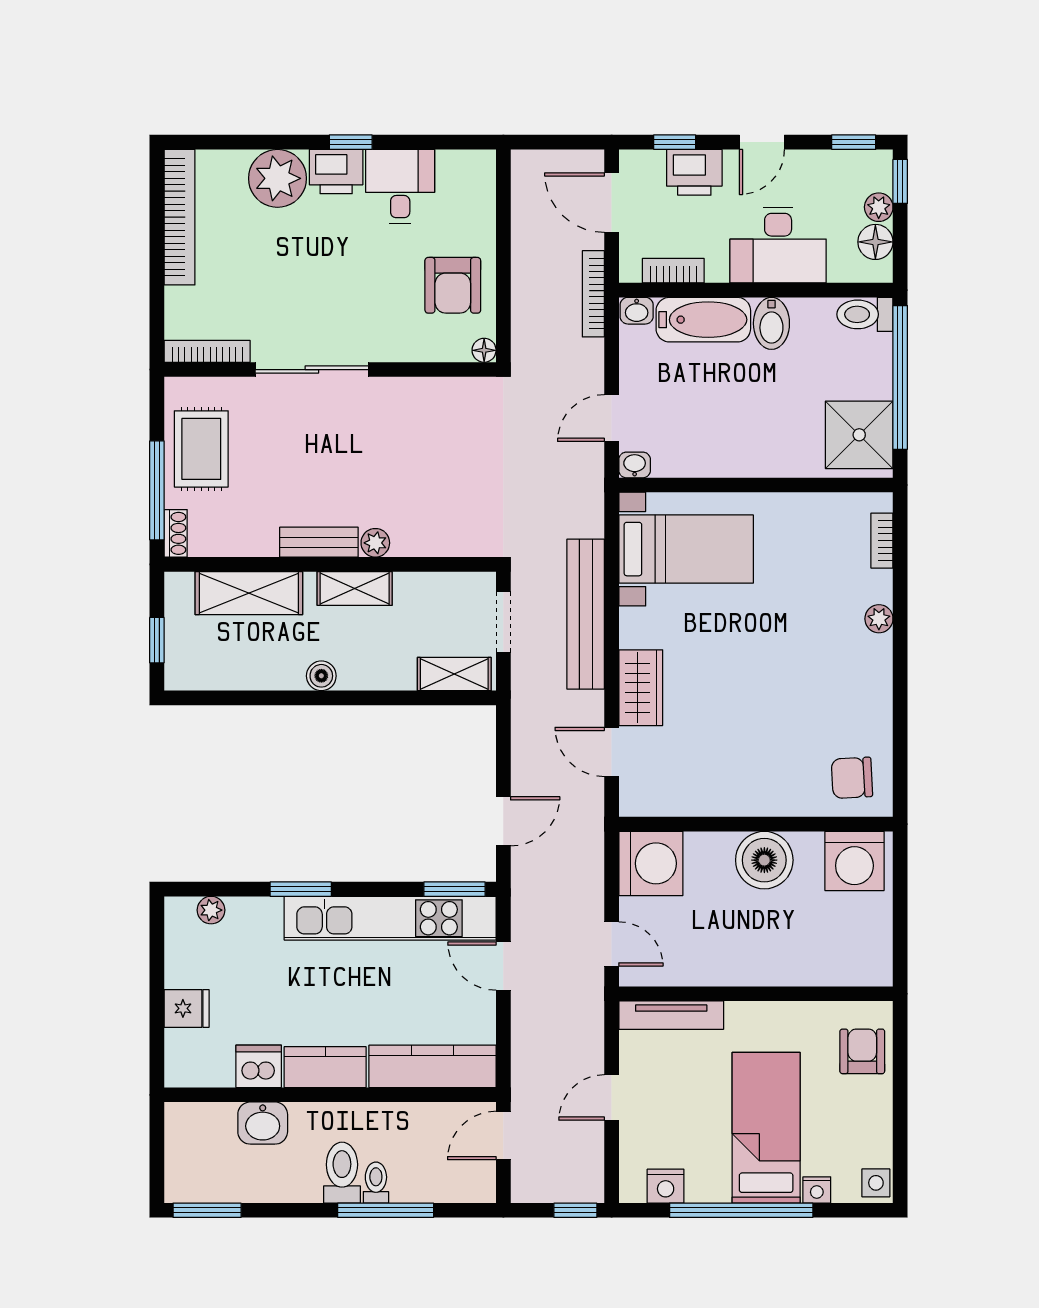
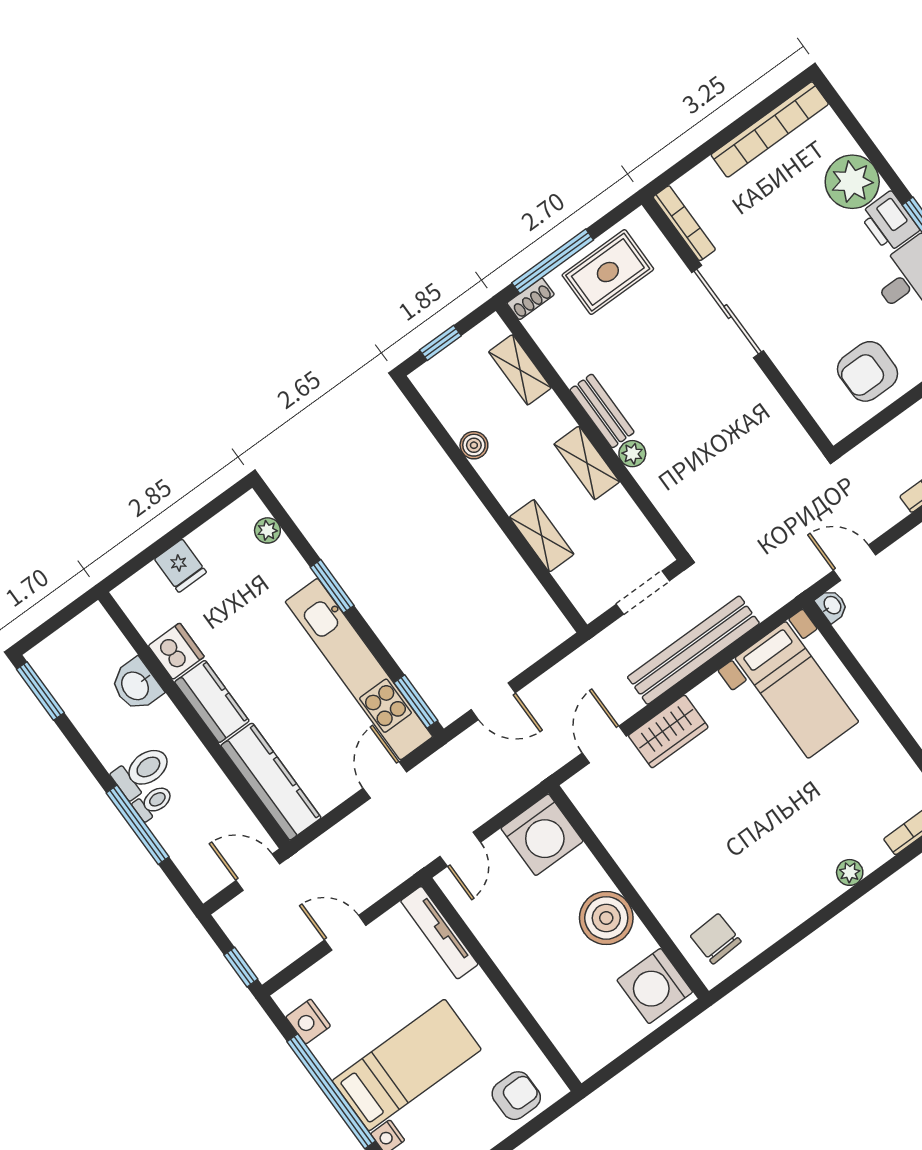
floor lamp: (484, 350) -> (836, 430), removed
shelving: (249, 593) -> (520, 370), width x0.67, depth x0.75
shelving: (454, 674) -> (542, 536), moved
boiler: (321, 676) -> (474, 445), moved

